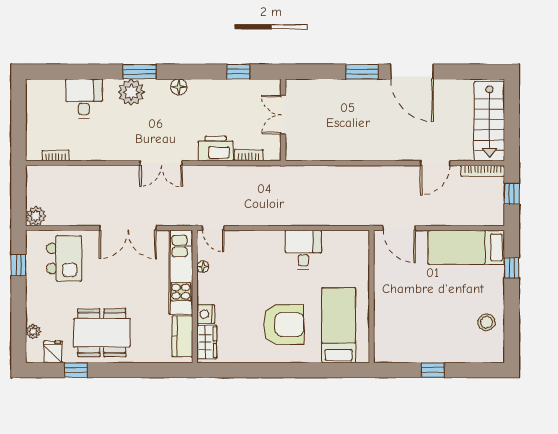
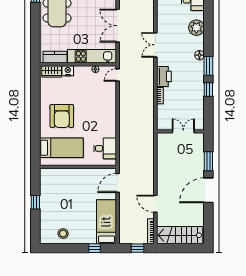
window: (139, 72) -> (208, 66), moved
double door: (283, 115) -> (183, 131), moved
wall: (283, 120) -> (180, 131), moved
desk: (303, 250) -> (105, 148), moved

